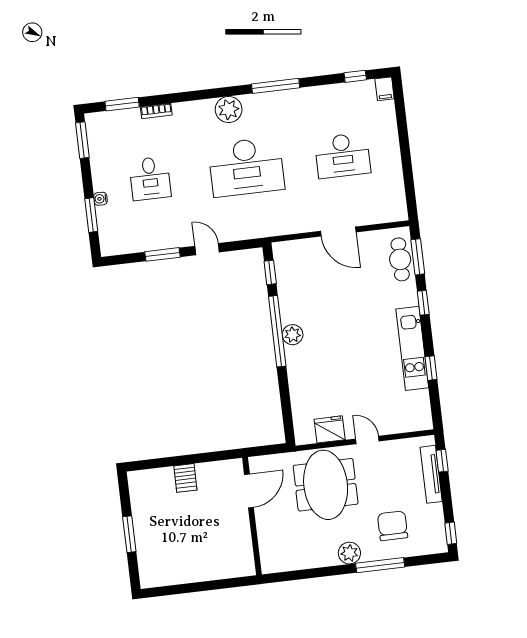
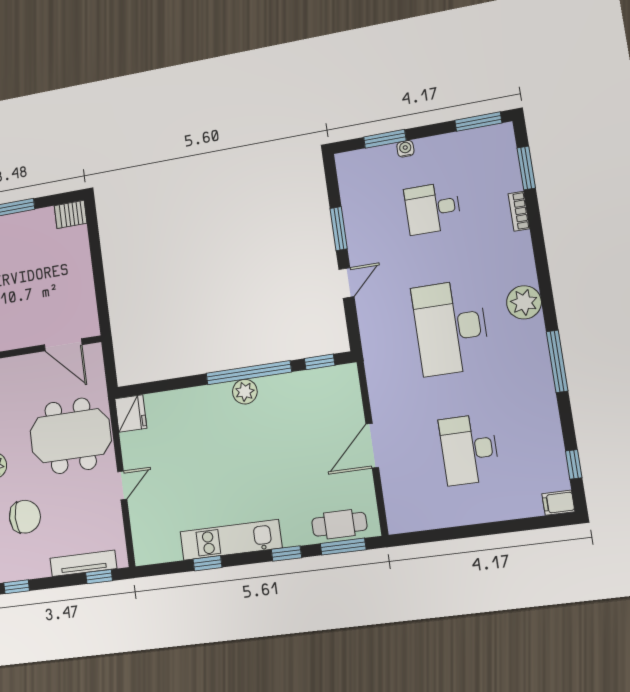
fridge: (330, 429) -> (131, 413), moved
server rack: (185, 478) -> (71, 214), moved

